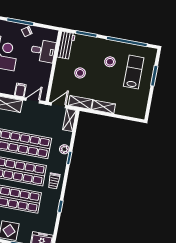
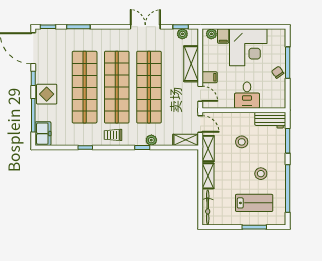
desk: (43, 51) -> (247, 95), moved
bicycle: (130, 112) -> (208, 207), added

